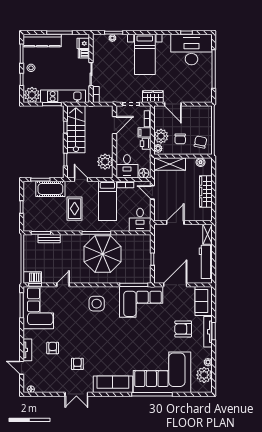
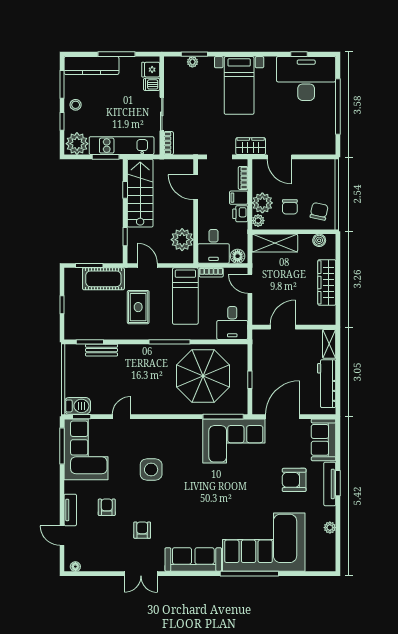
door: (114, 125) -> (196, 187), swing flipped
parasol: (103, 254) -> (203, 376), moved
side table: (97, 304) -> (151, 470), moved
plant: (204, 375) -> (324, 546), removed

